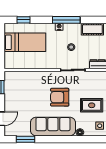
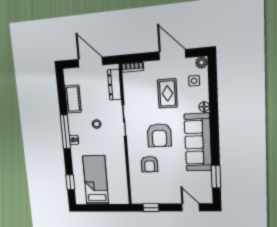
armchair: (37, 88) -> (150, 164), added

